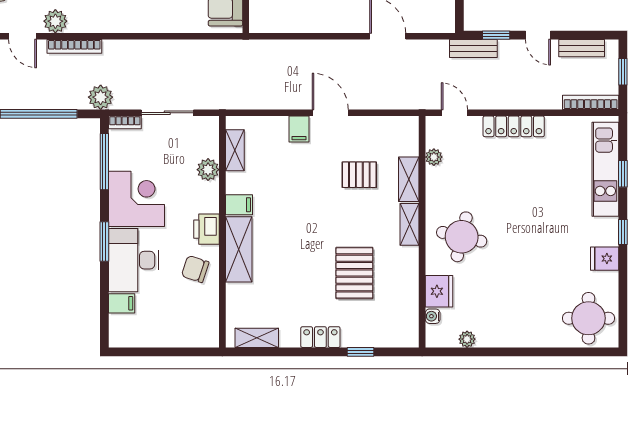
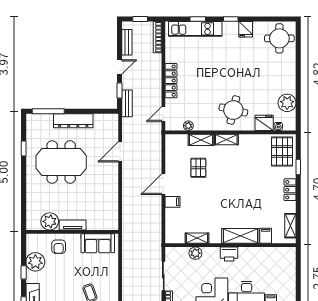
shelving: (235, 150) -> (197, 238), moved
filing cabinet: (239, 205) -> (266, 236), moved
chair: (195, 269) -> (252, 260), removed
pallet: (354, 273) -> (282, 152), moved, turned 90
plant: (467, 339) -> (287, 103), width x1.88, depth x1.88

